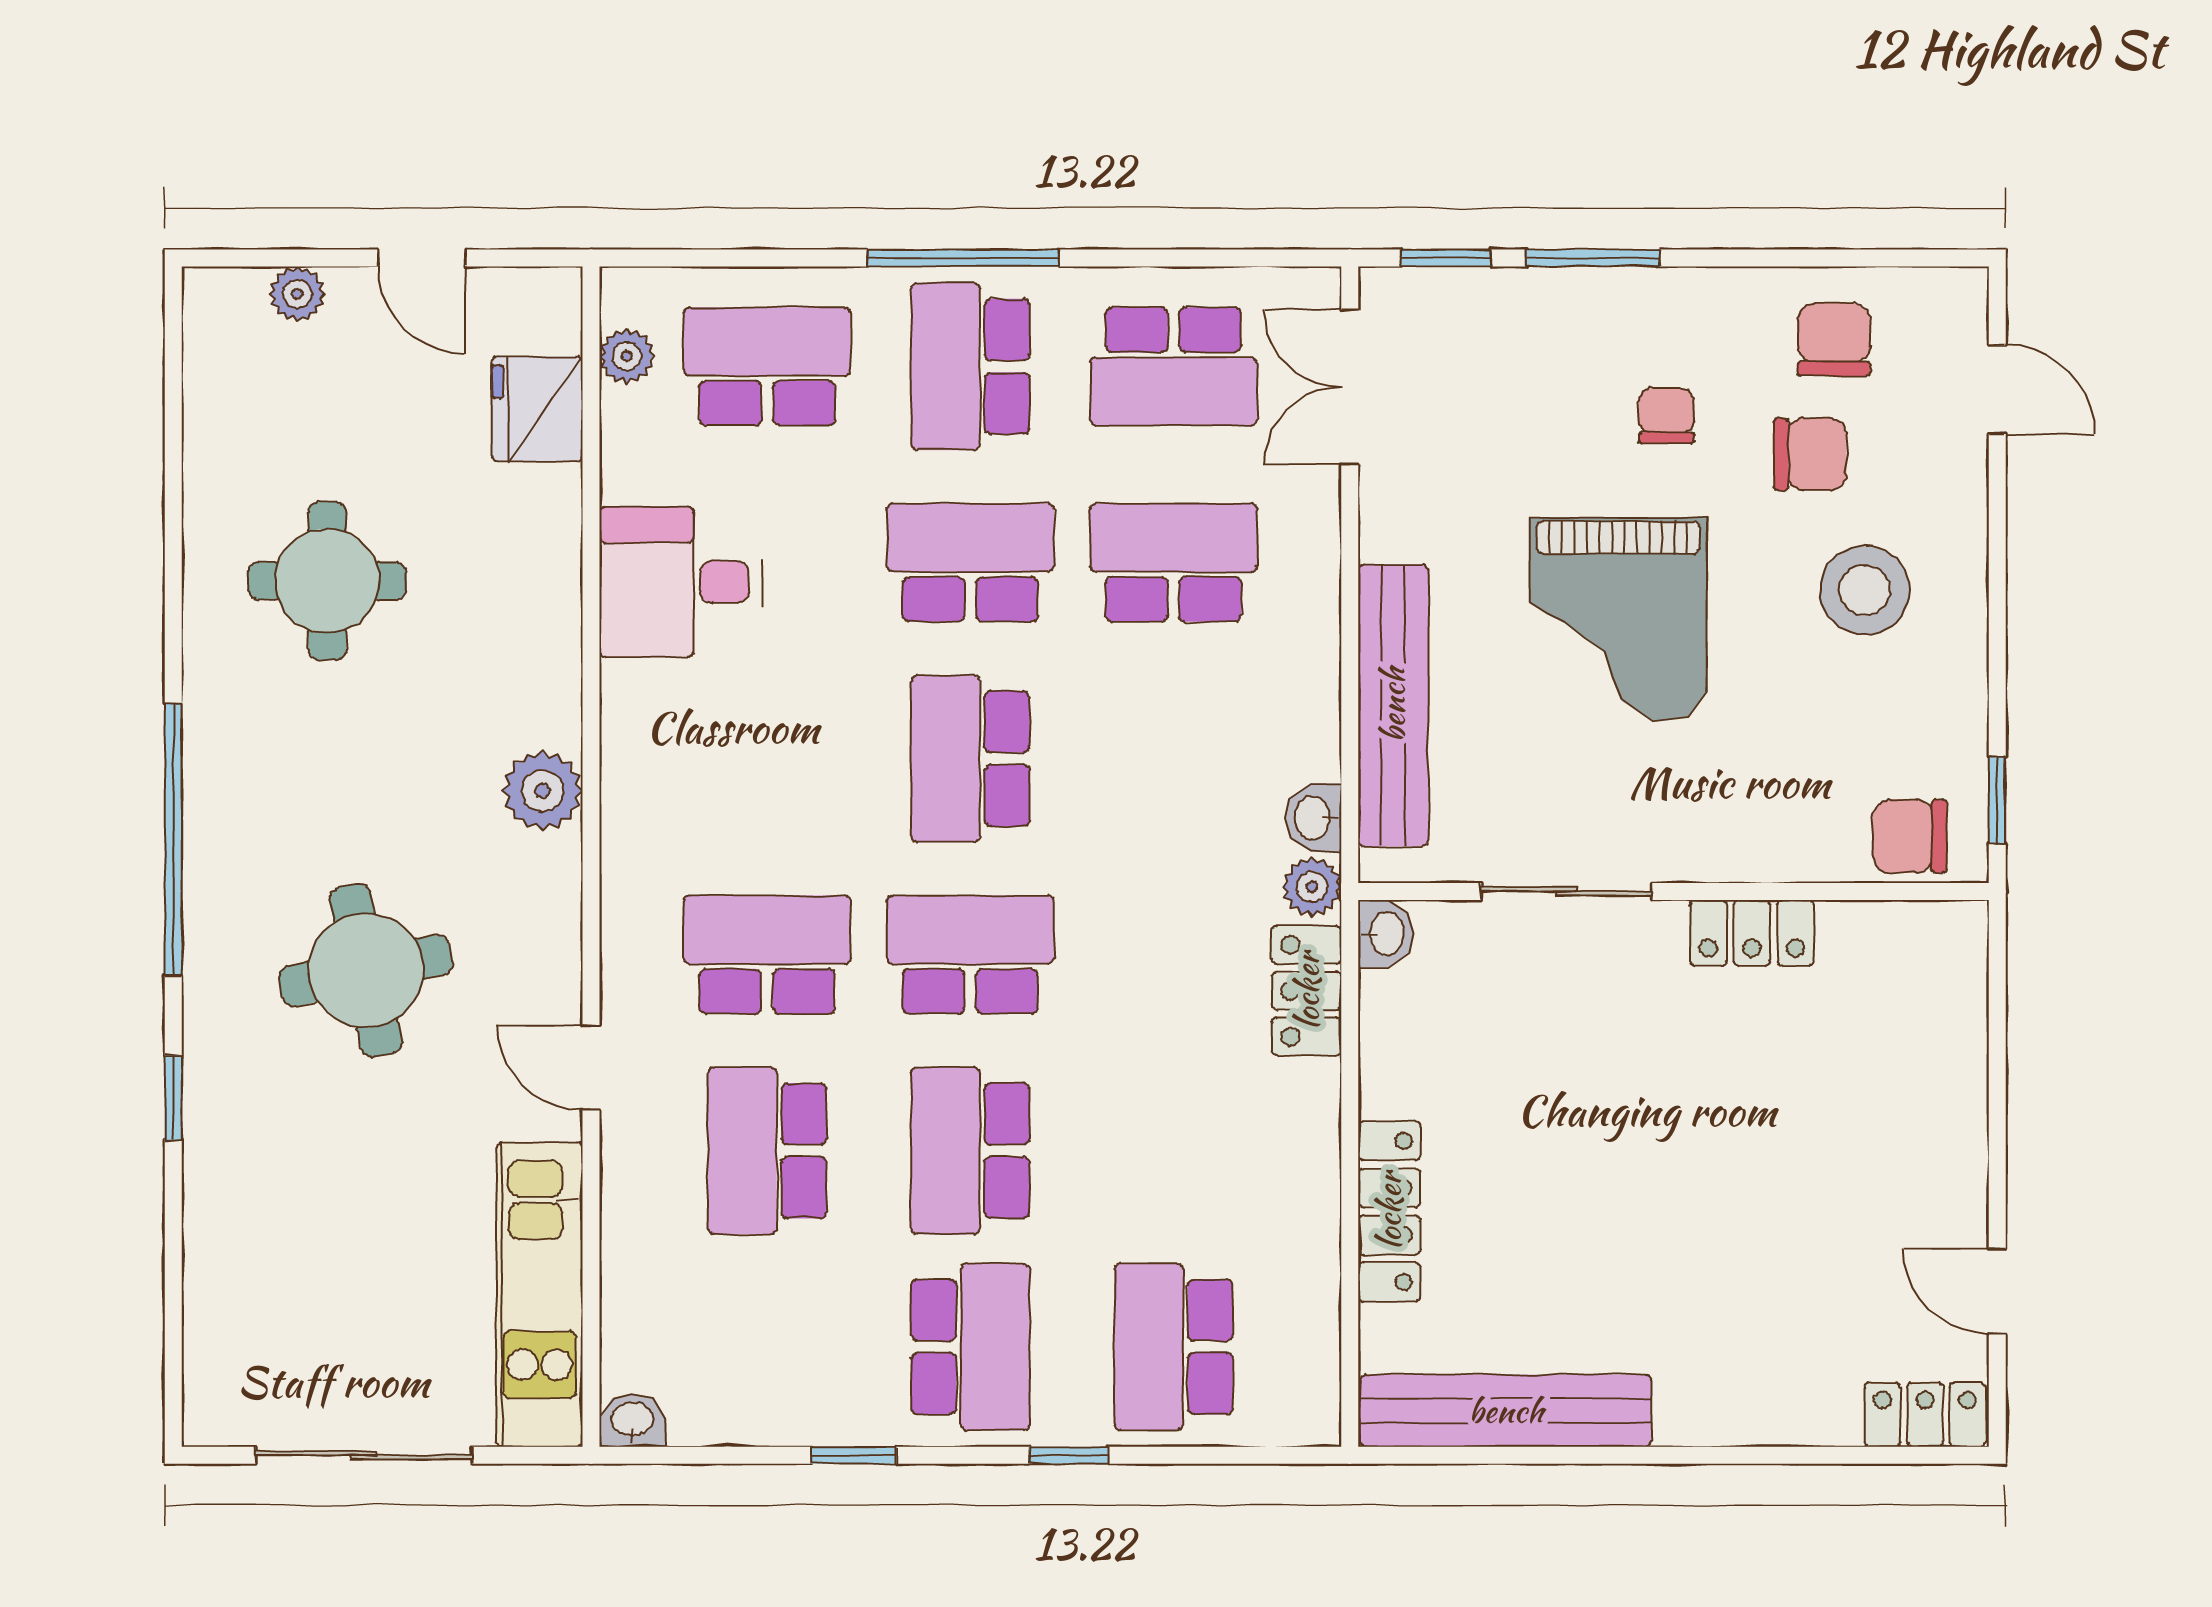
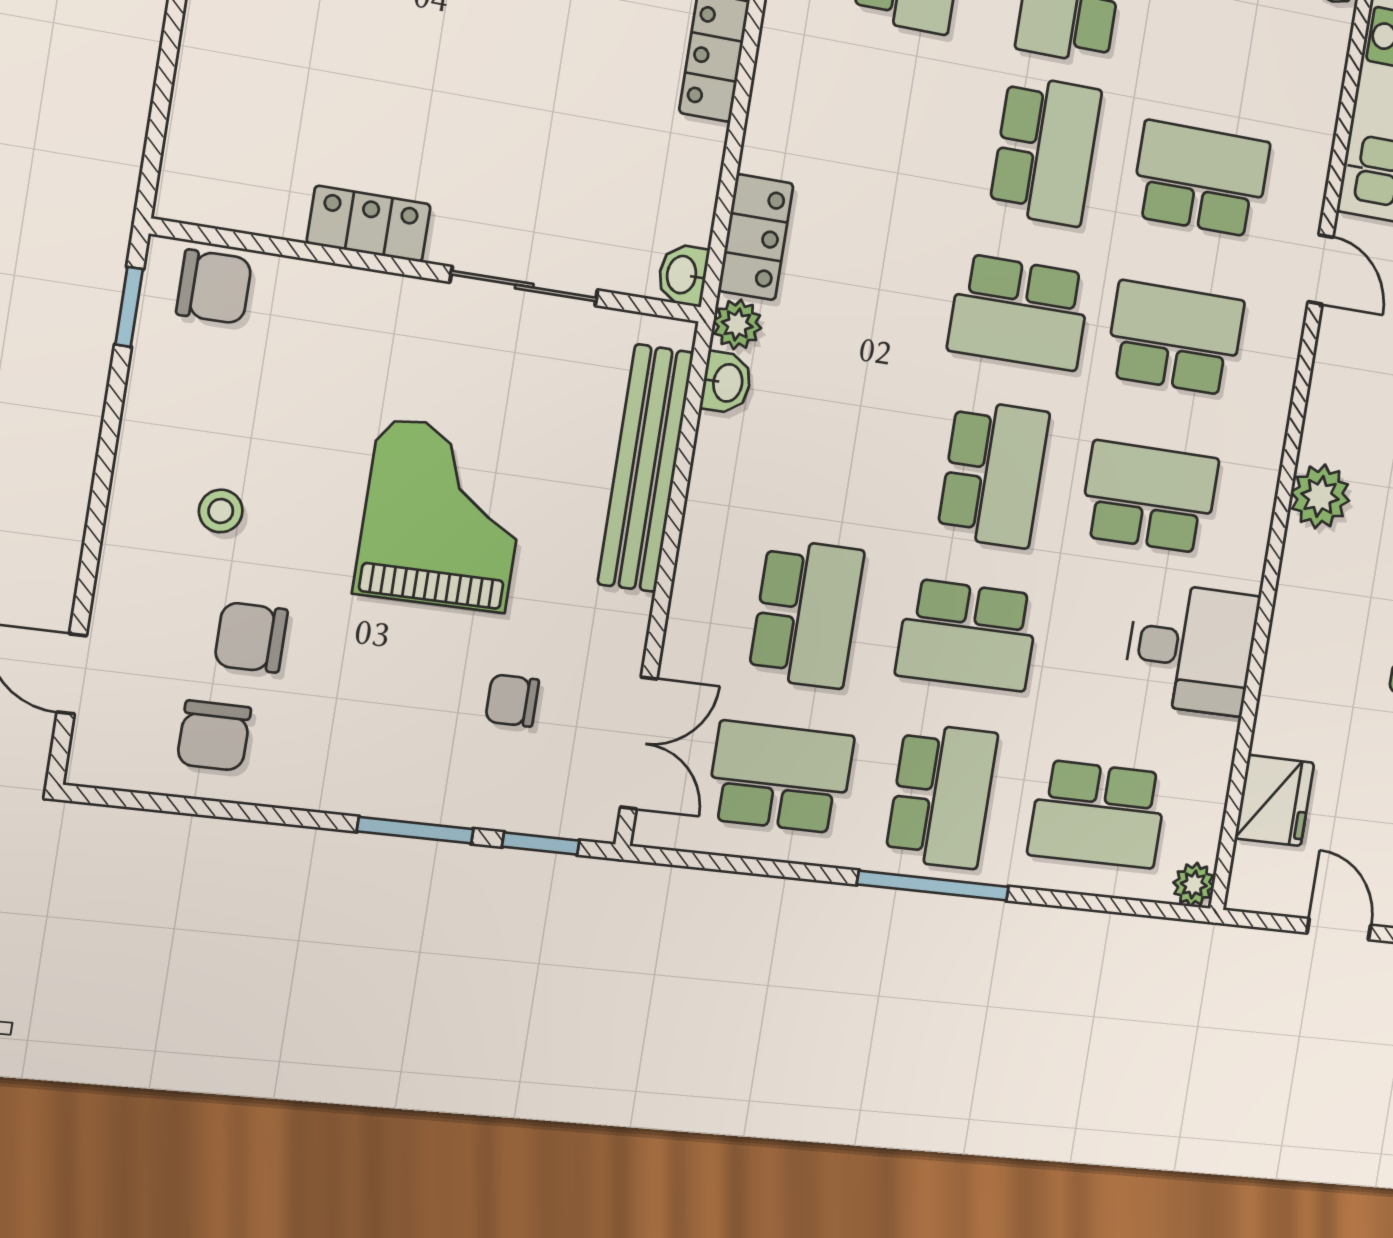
plant: (627, 356) -> (1194, 885), moved
chair: (1667, 416) -> (512, 701), moved, turned 90
school desk: (1174, 563) -> (806, 614), turned -90
stool: (1865, 590) -> (221, 511), width x0.53, depth x0.53
school desk: (767, 759) -> (1149, 497), added
school desk: (767, 955) -> (1175, 338), turned 180
school desk: (767, 1151) -> (1201, 179), turned -90

